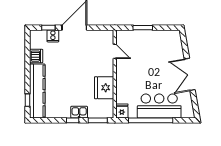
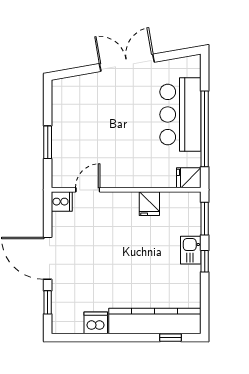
cooker: (53, 36) -> (62, 202), moved
double door: (190, 74) -> (127, 63), swing flipped
fridge: (104, 88) -> (149, 204), width x0.53, depth x0.75

